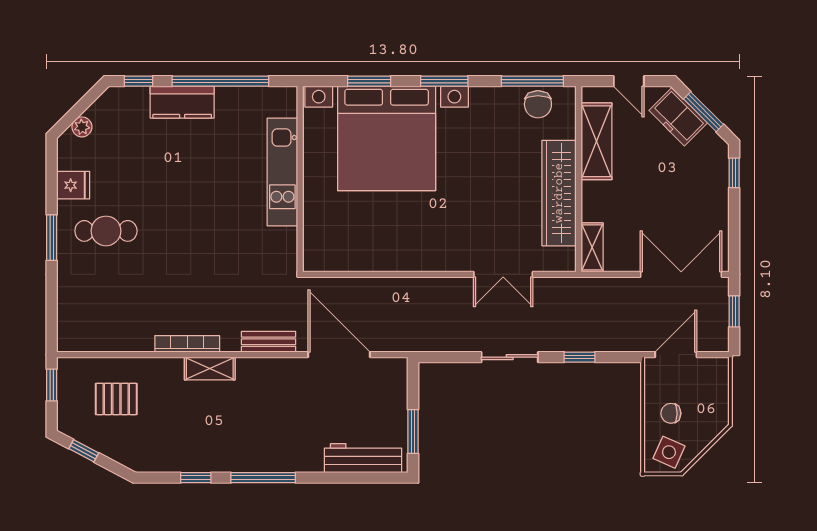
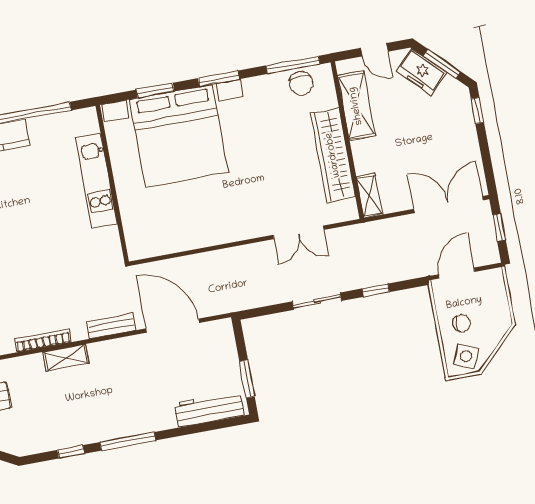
chair: (671, 413) -> (462, 323), turned 180

